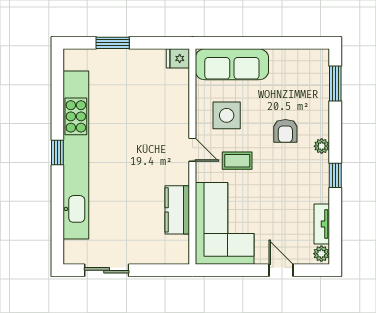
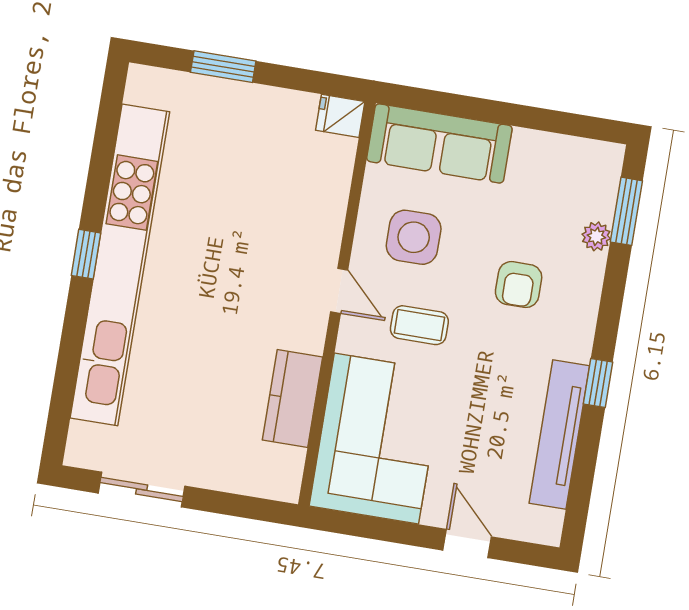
plant: (322, 146) -> (596, 236), moved
tv unit: (322, 224) -> (559, 435), width x1.92, depth x1.29
plant: (321, 254) -> (548, 525), removed

